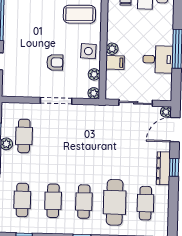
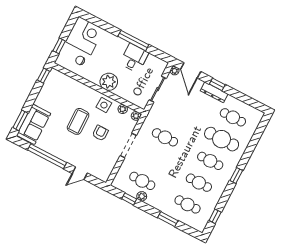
coffee table: (79, 14) -> (78, 121), moved
plant: (112, 49) -> (109, 82), width x1.88, depth x1.88
filing cabinet: (115, 63) -> (121, 90), removed
cafe table: (86, 138) -> (165, 137), added

